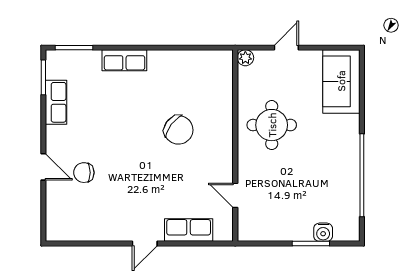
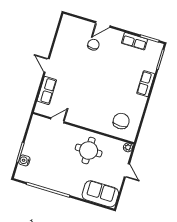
chair: (178, 130) -> (121, 121), moved, turned 143

